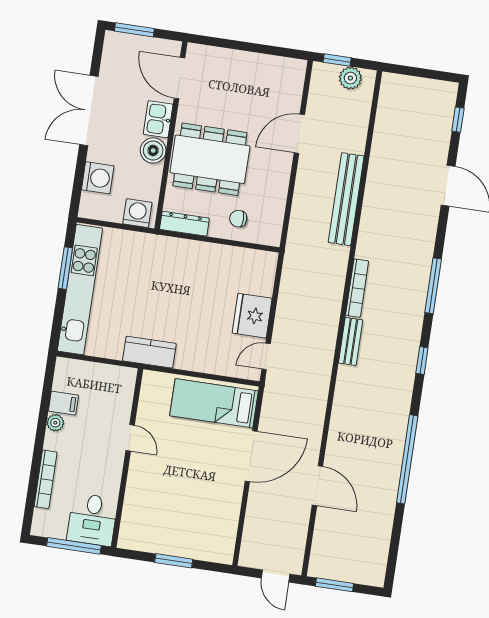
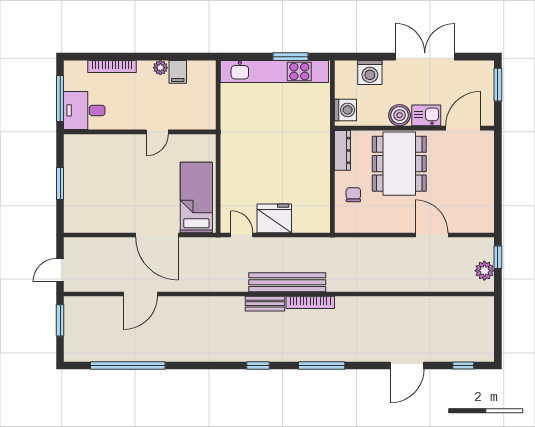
bench: (346, 199) -> (287, 282), moved
kitchen counter: (149, 352) -> (231, 137), removed
window: (407, 459) -> (128, 365), moved

